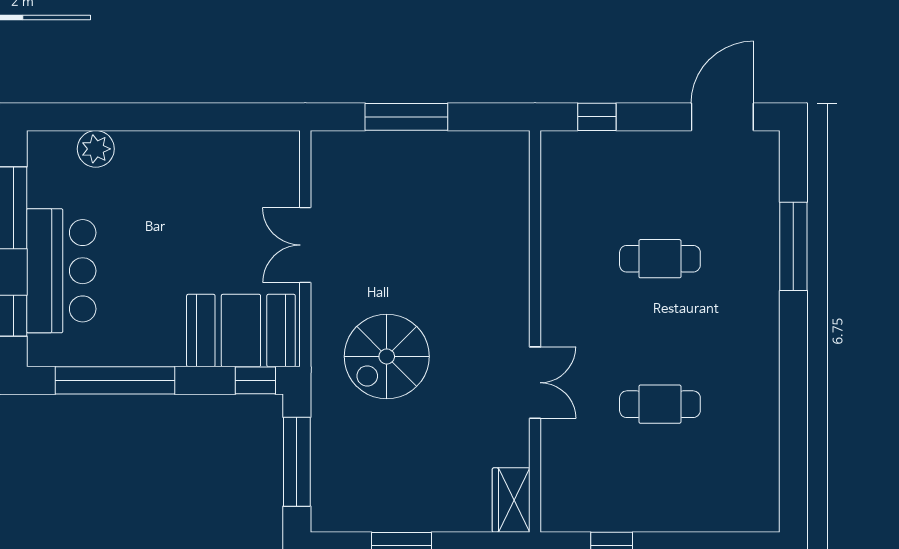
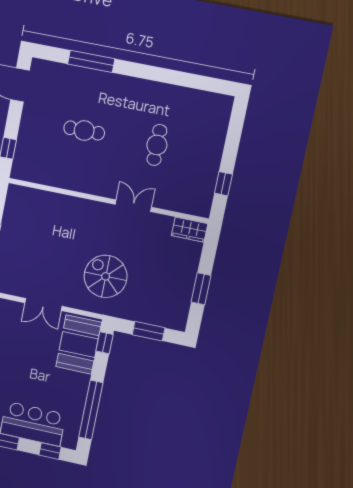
cafe table: (660, 259) -> (84, 131), turned 90
spiral stairs: (387, 356) -> (106, 276), turned 180
window: (297, 462) -> (148, 331), width x0.69

